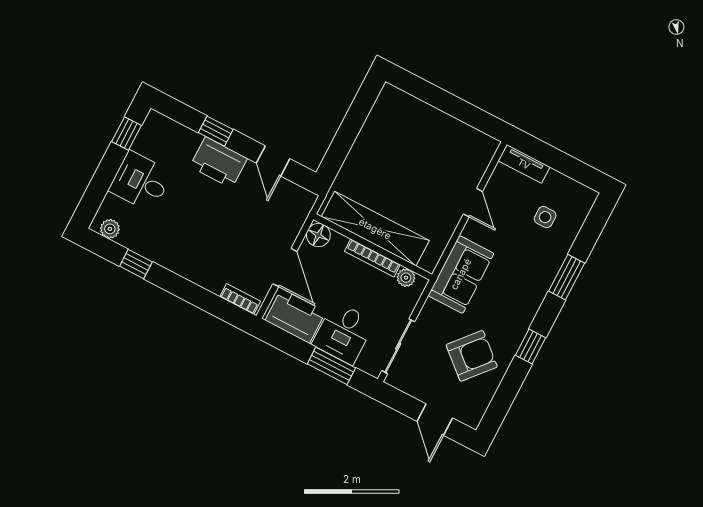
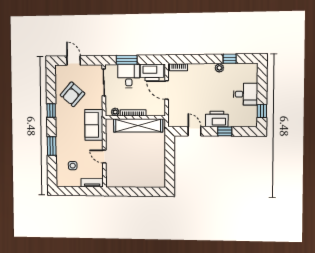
plant: (110, 229) -> (219, 68), moved
floor lamp: (318, 235) -> (160, 111), removed

